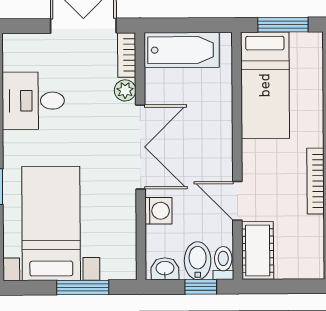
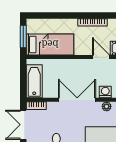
plant: (125, 90) -> (107, 106), moved
door: (237, 201) -> (101, 57), swing flipped

